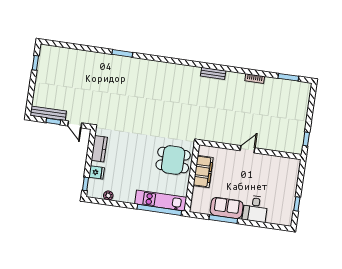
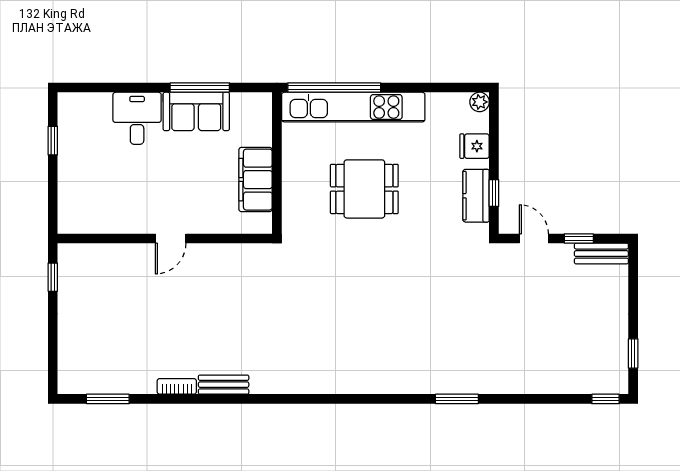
window: (52, 43) -> (606, 399), added
bench: (213, 73) -> (224, 385), moved
bench: (48, 113) -> (601, 254), width x0.73
dining table: (173, 160) -> (364, 189), moved
window: (85, 184) -> (494, 193), moved
plant: (108, 196) -> (480, 102), moved
kitchen unit: (161, 201) -> (353, 107), width x1.36

